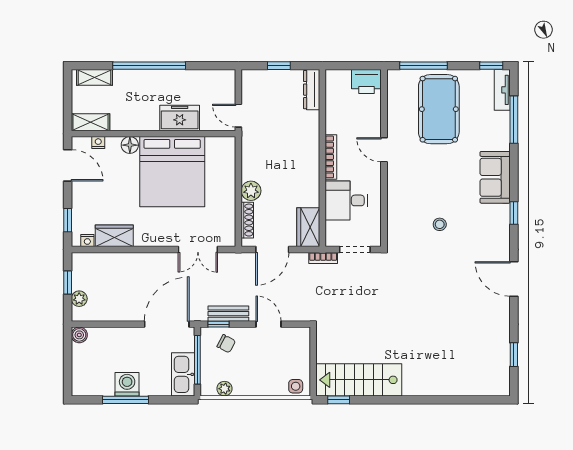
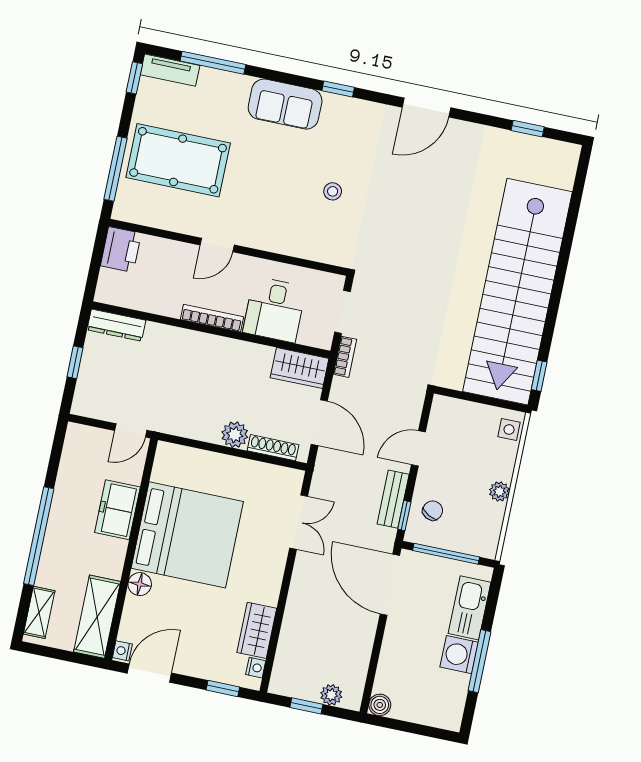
shelving: (91, 122) -> (97, 617), width x1.50, depth x1.33
nightstand: (98, 143) -> (122, 651), moved
kitchen sink: (183, 374) -> (470, 608), moved, turned 90
stairs: (359, 380) -> (518, 292), width x1.86, depth x1.51
plant: (224, 389) -> (499, 491), moved

